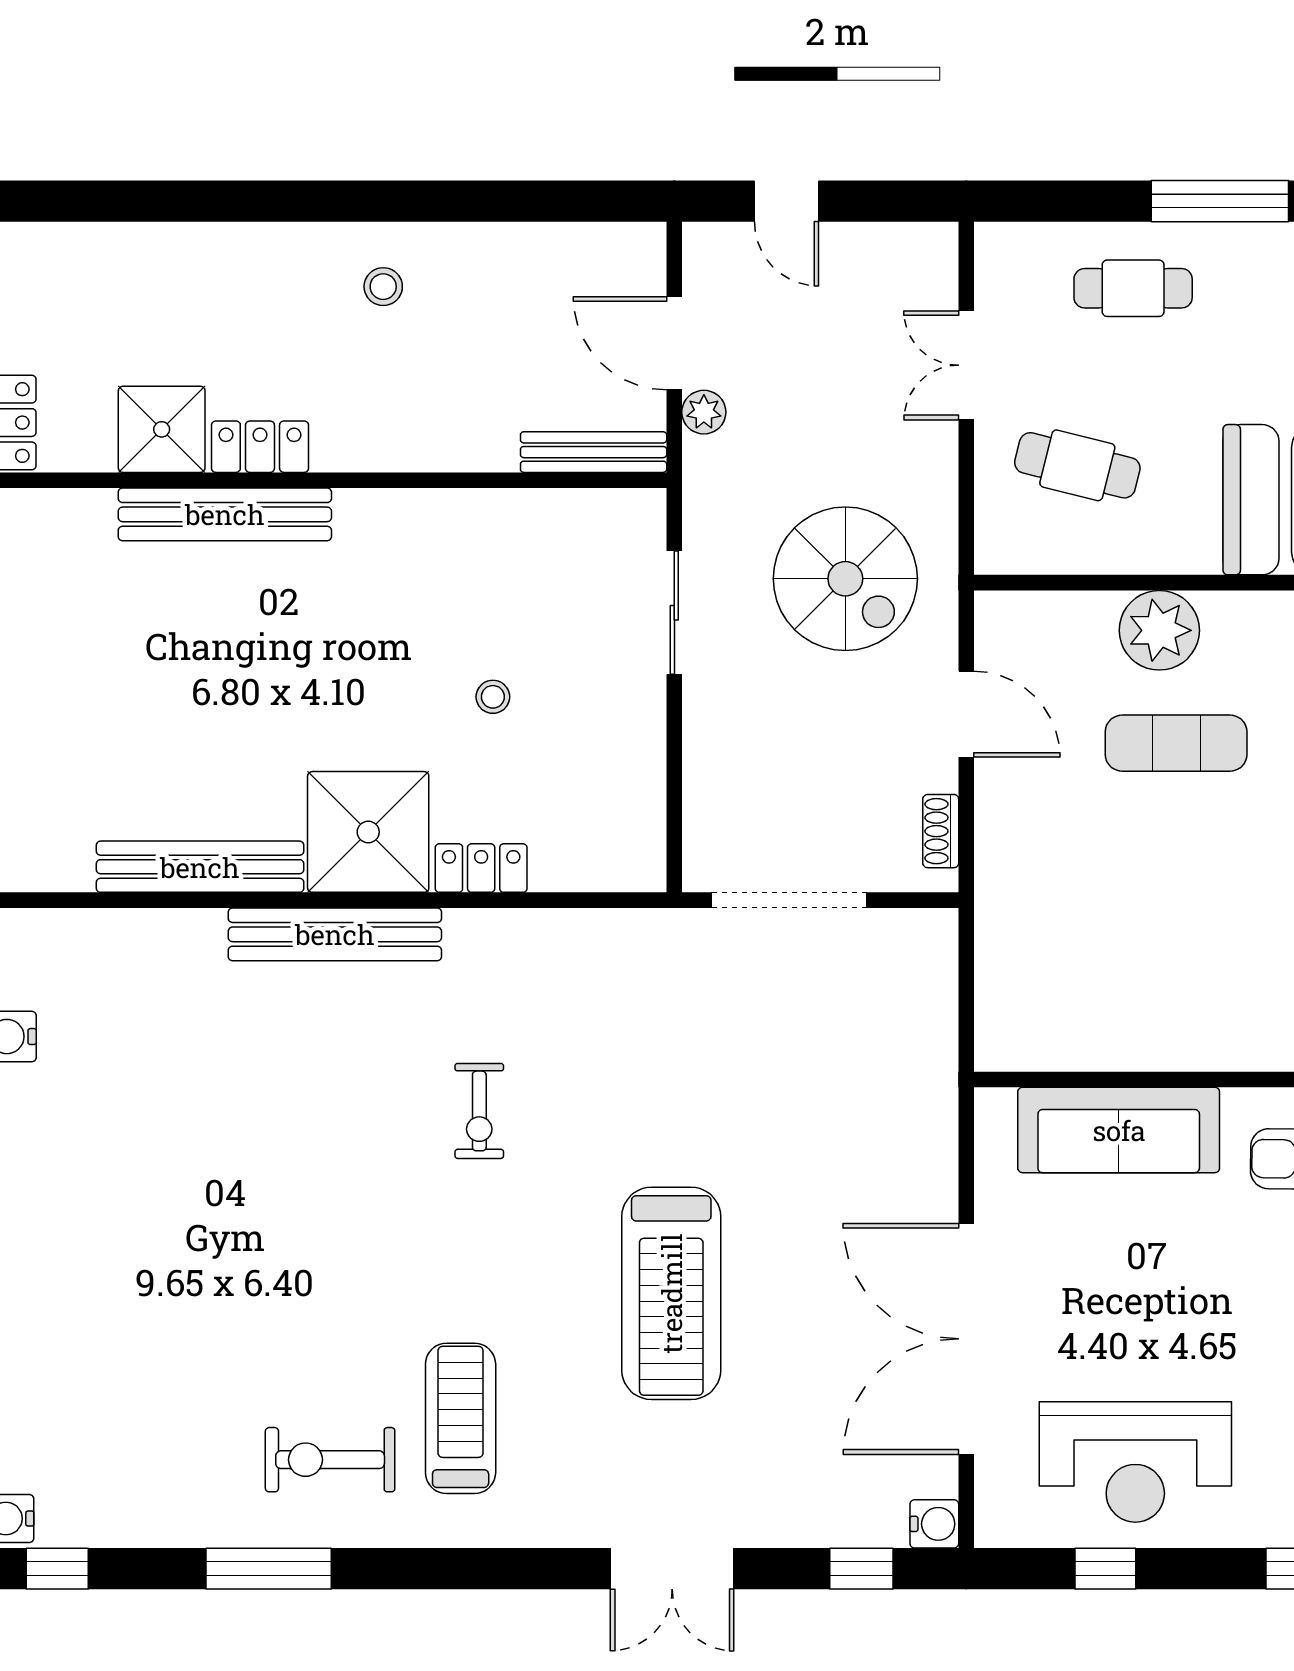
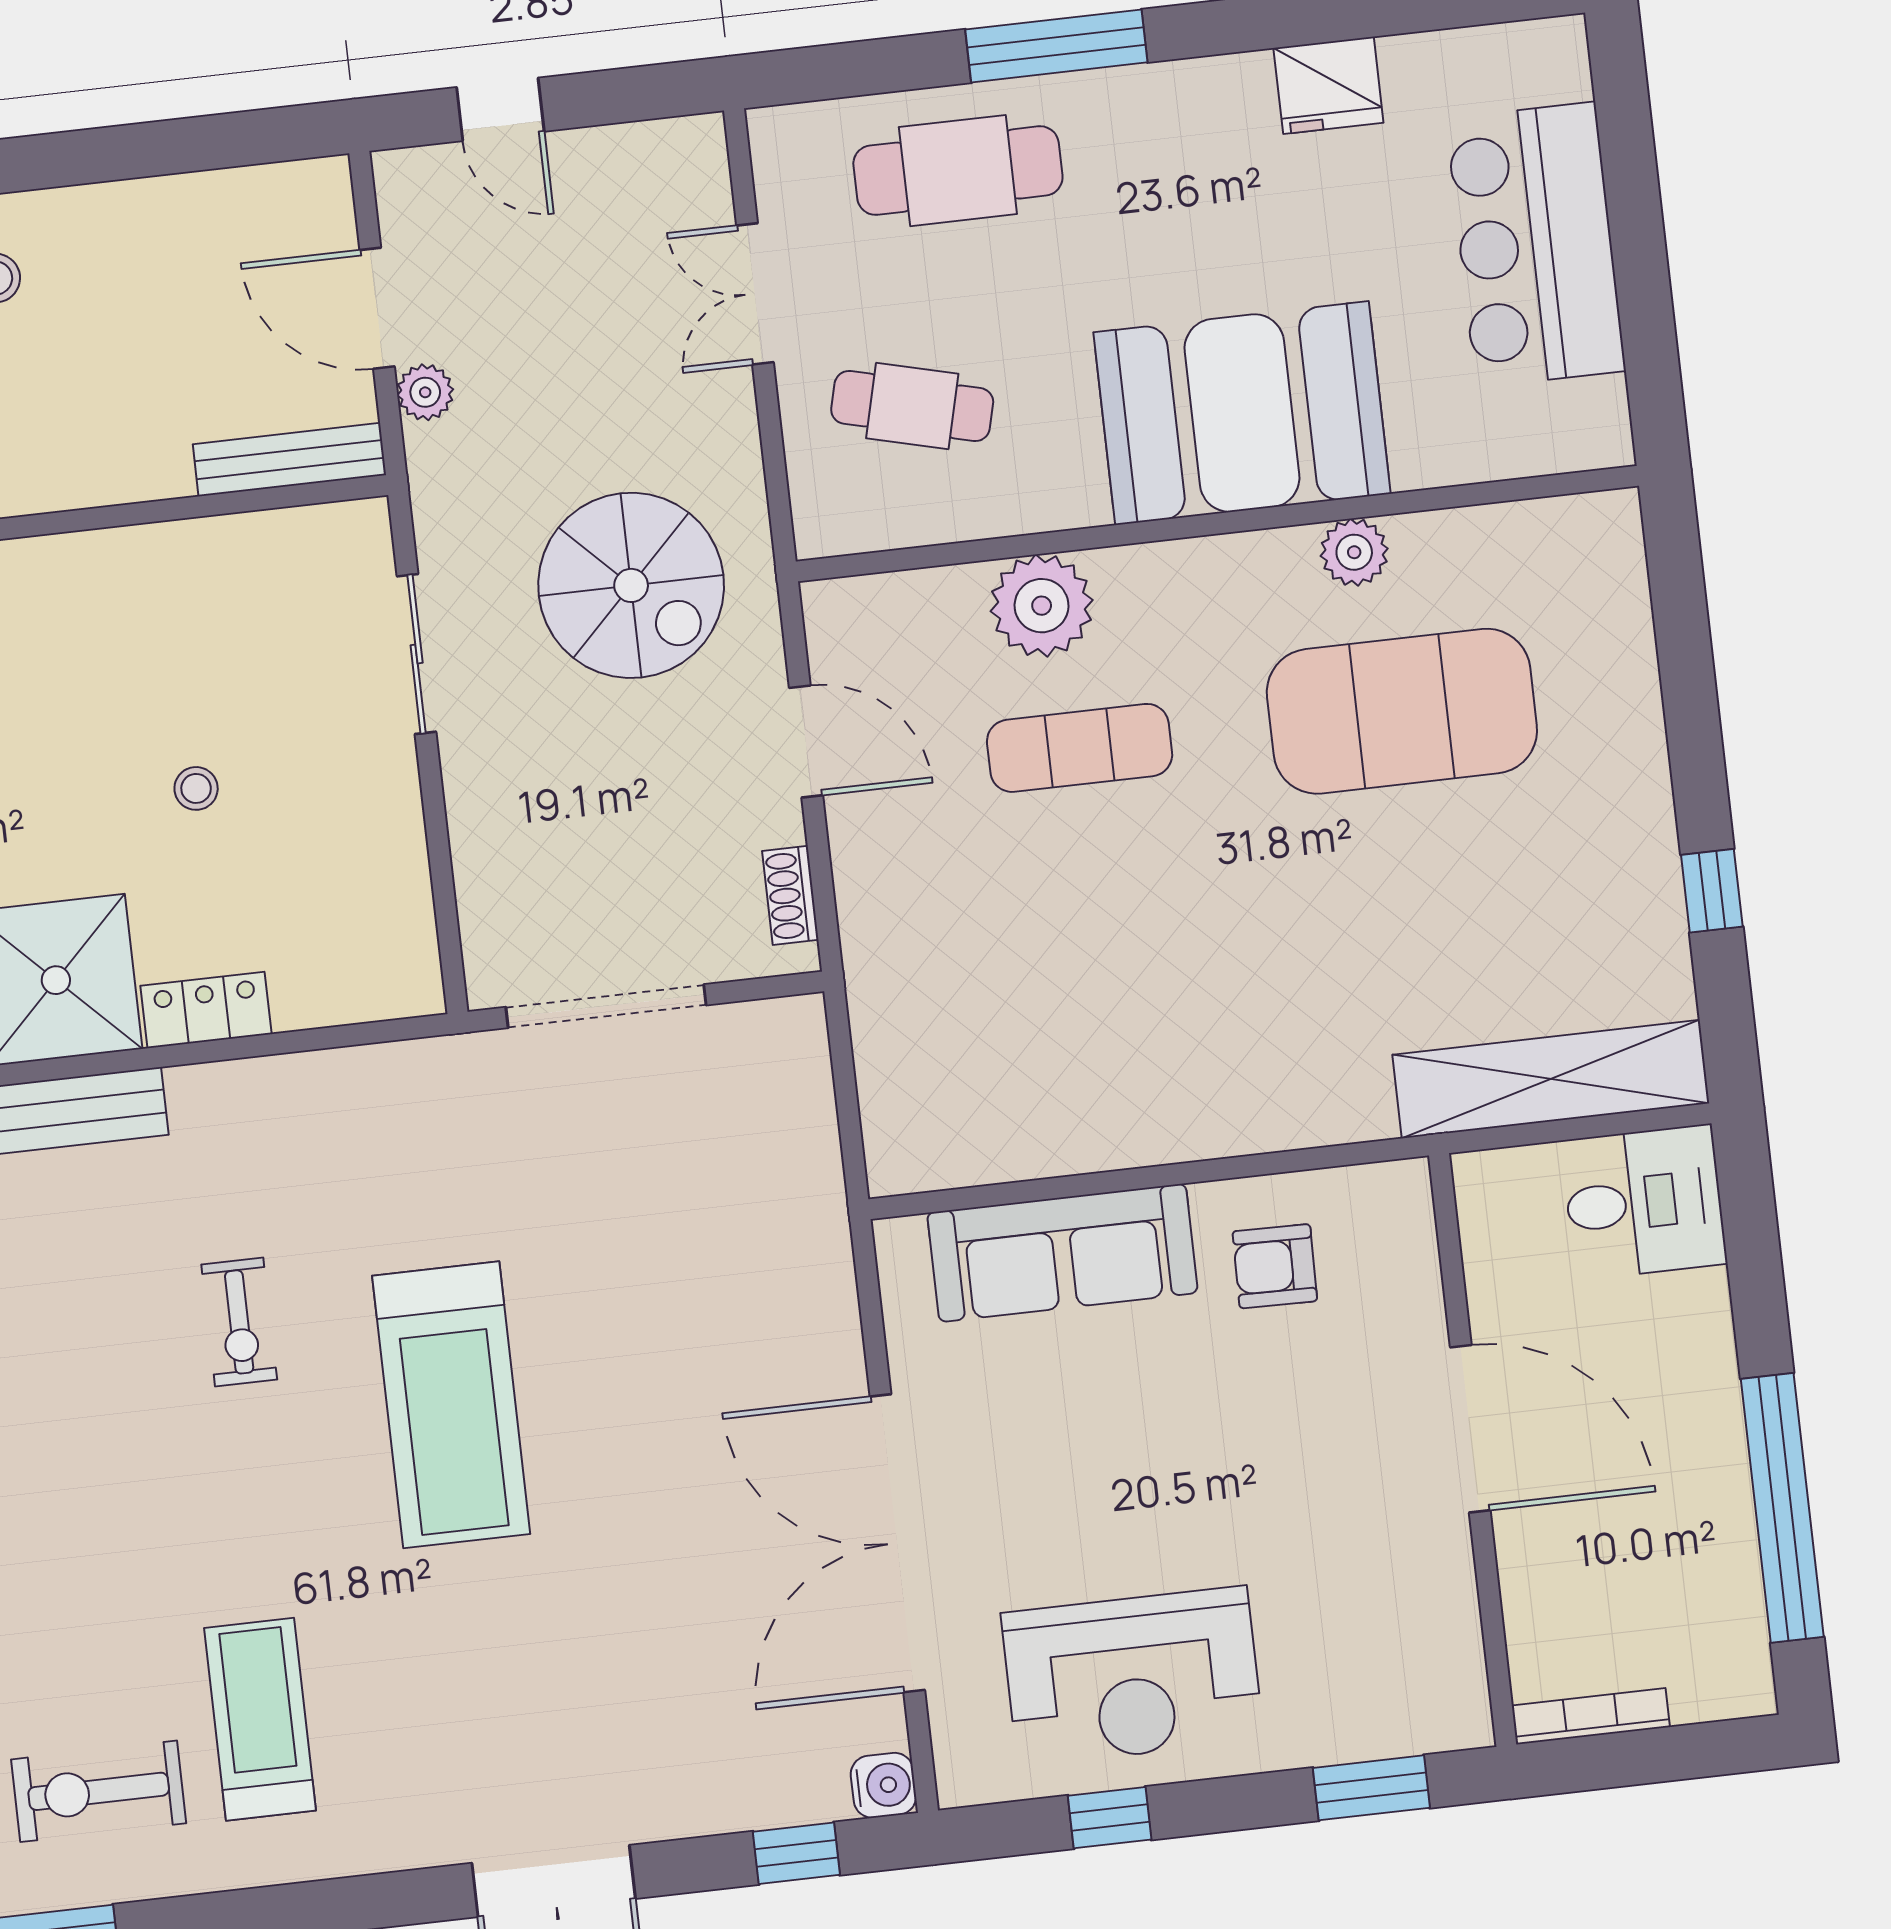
cafe table: (1133, 288) -> (958, 171), width x1.37, depth x1.35
treadmill: (671, 1293) -> (451, 1405), moved

